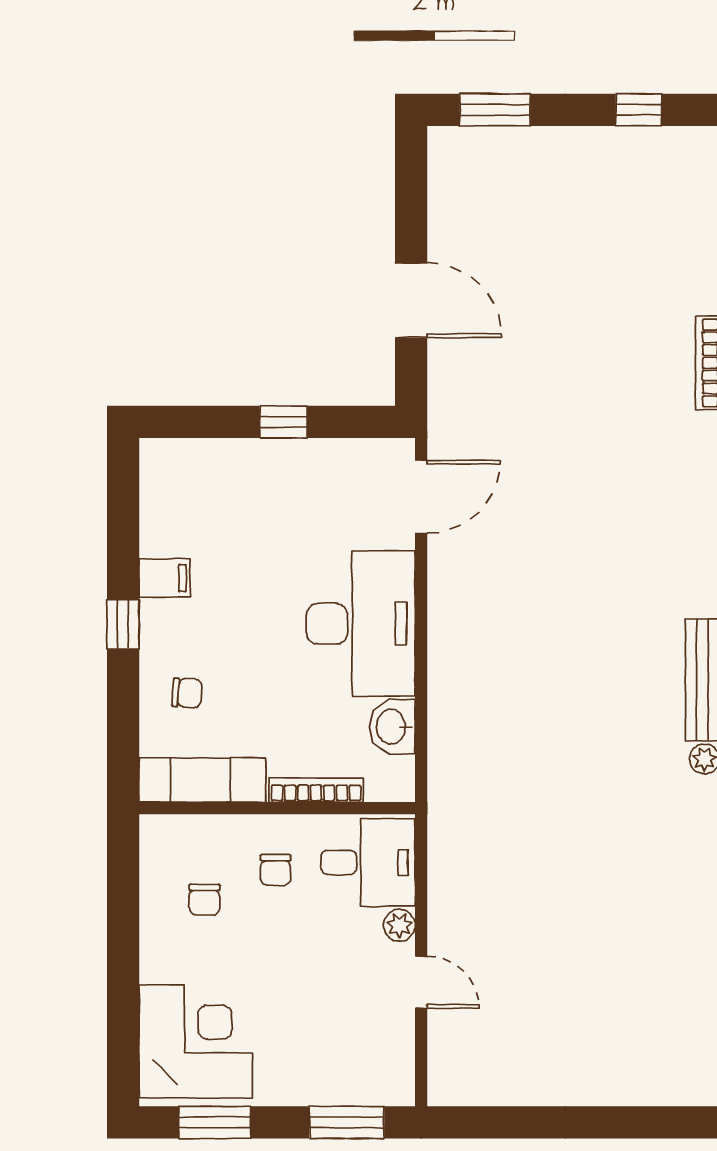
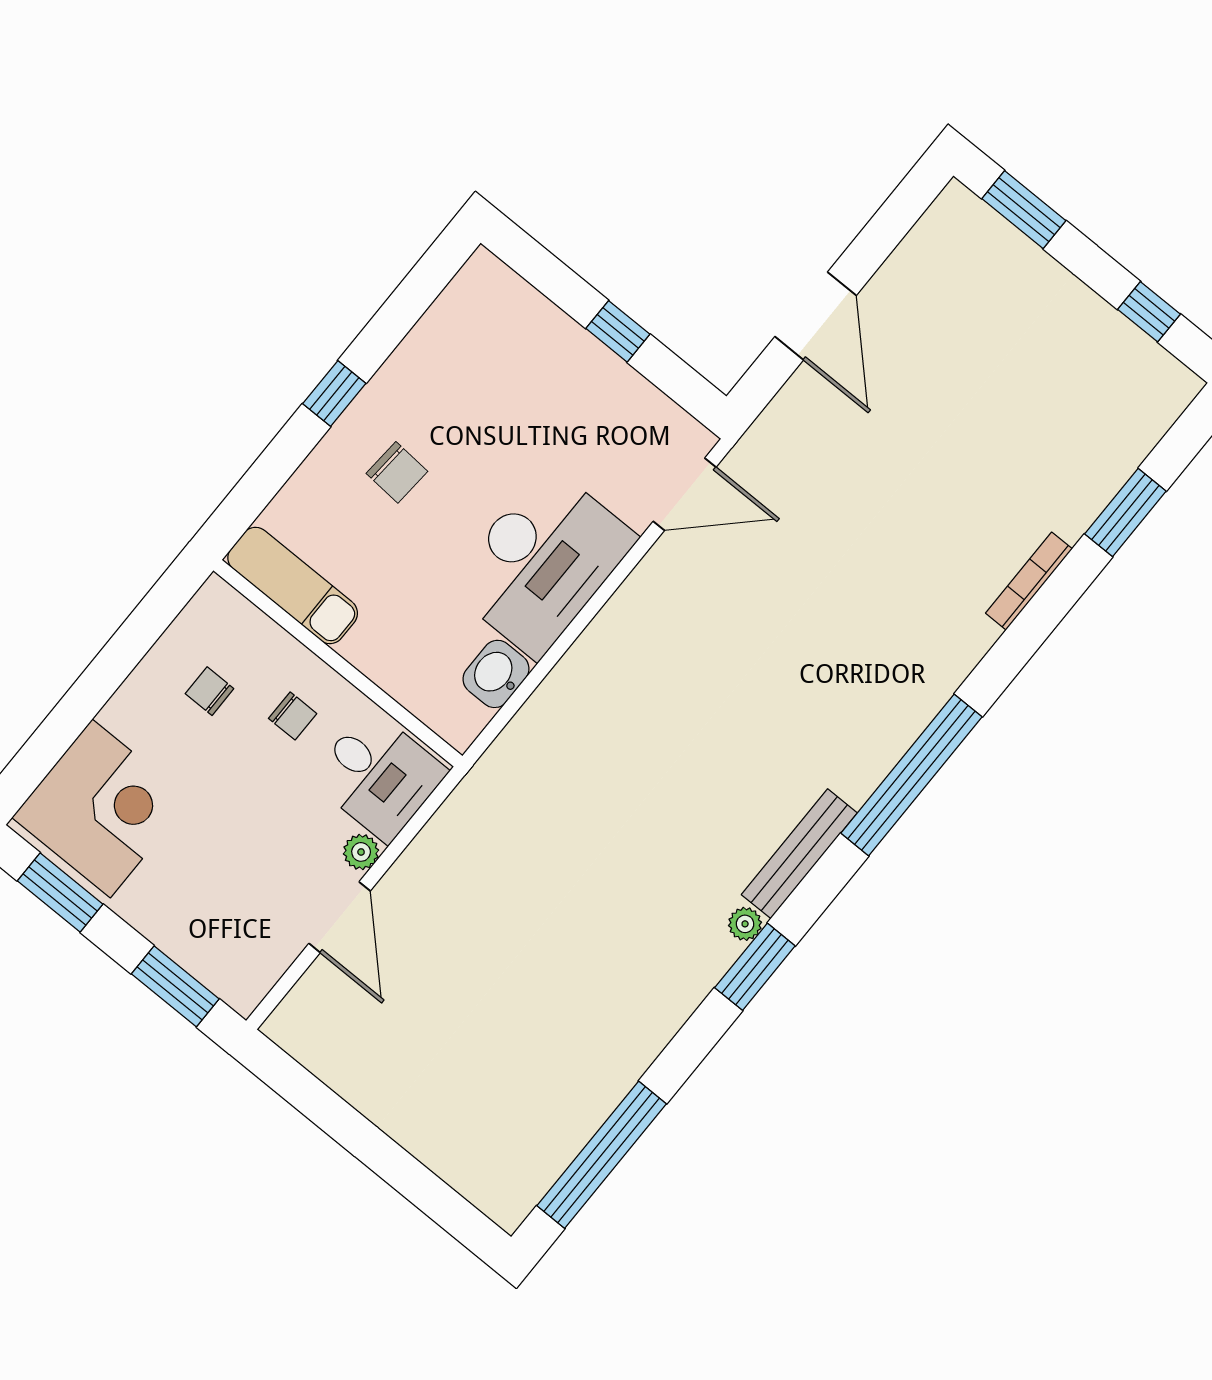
filing cabinet: (165, 578) -> (403, 383), removed
chair: (187, 693) -> (397, 472), moved, width x1.37, depth x1.37
bookcase: (316, 790) -> (385, 675), removed
chair: (276, 870) -> (293, 716), turned -90
chair: (204, 900) -> (210, 691), turned 90
door: (421, 982) -> (340, 917), width x1.38

